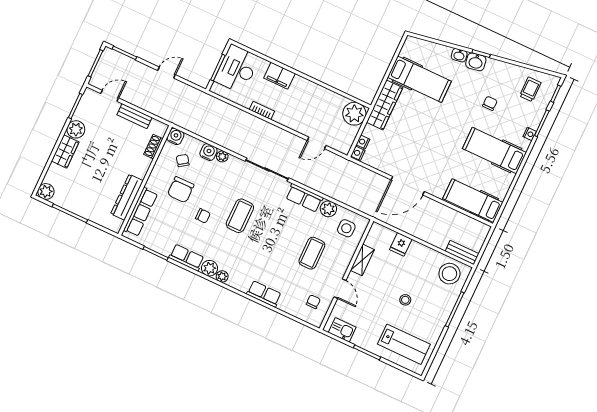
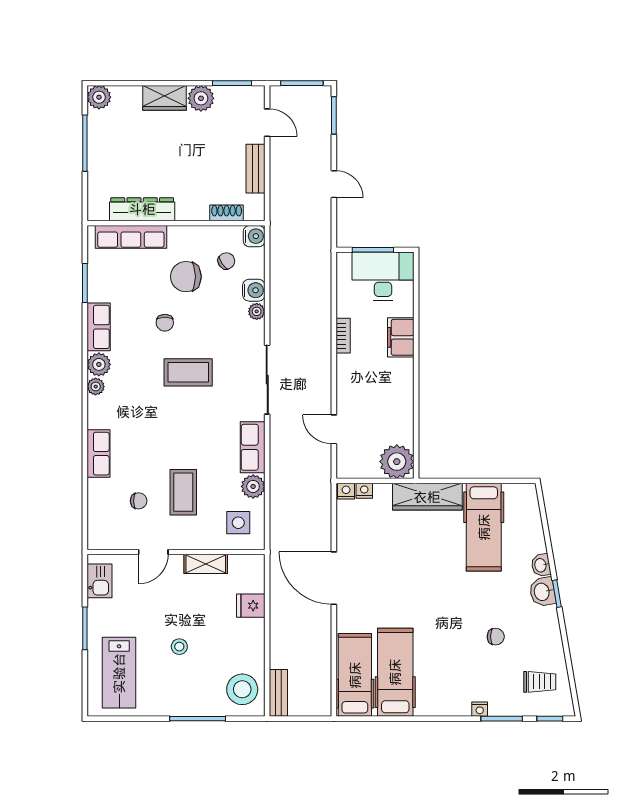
hospital bed: (494, 150) -> (395, 672), moved
coffee table: (312, 253) -> (183, 492), turned 90
chair: (313, 302) -> (139, 501), moved

